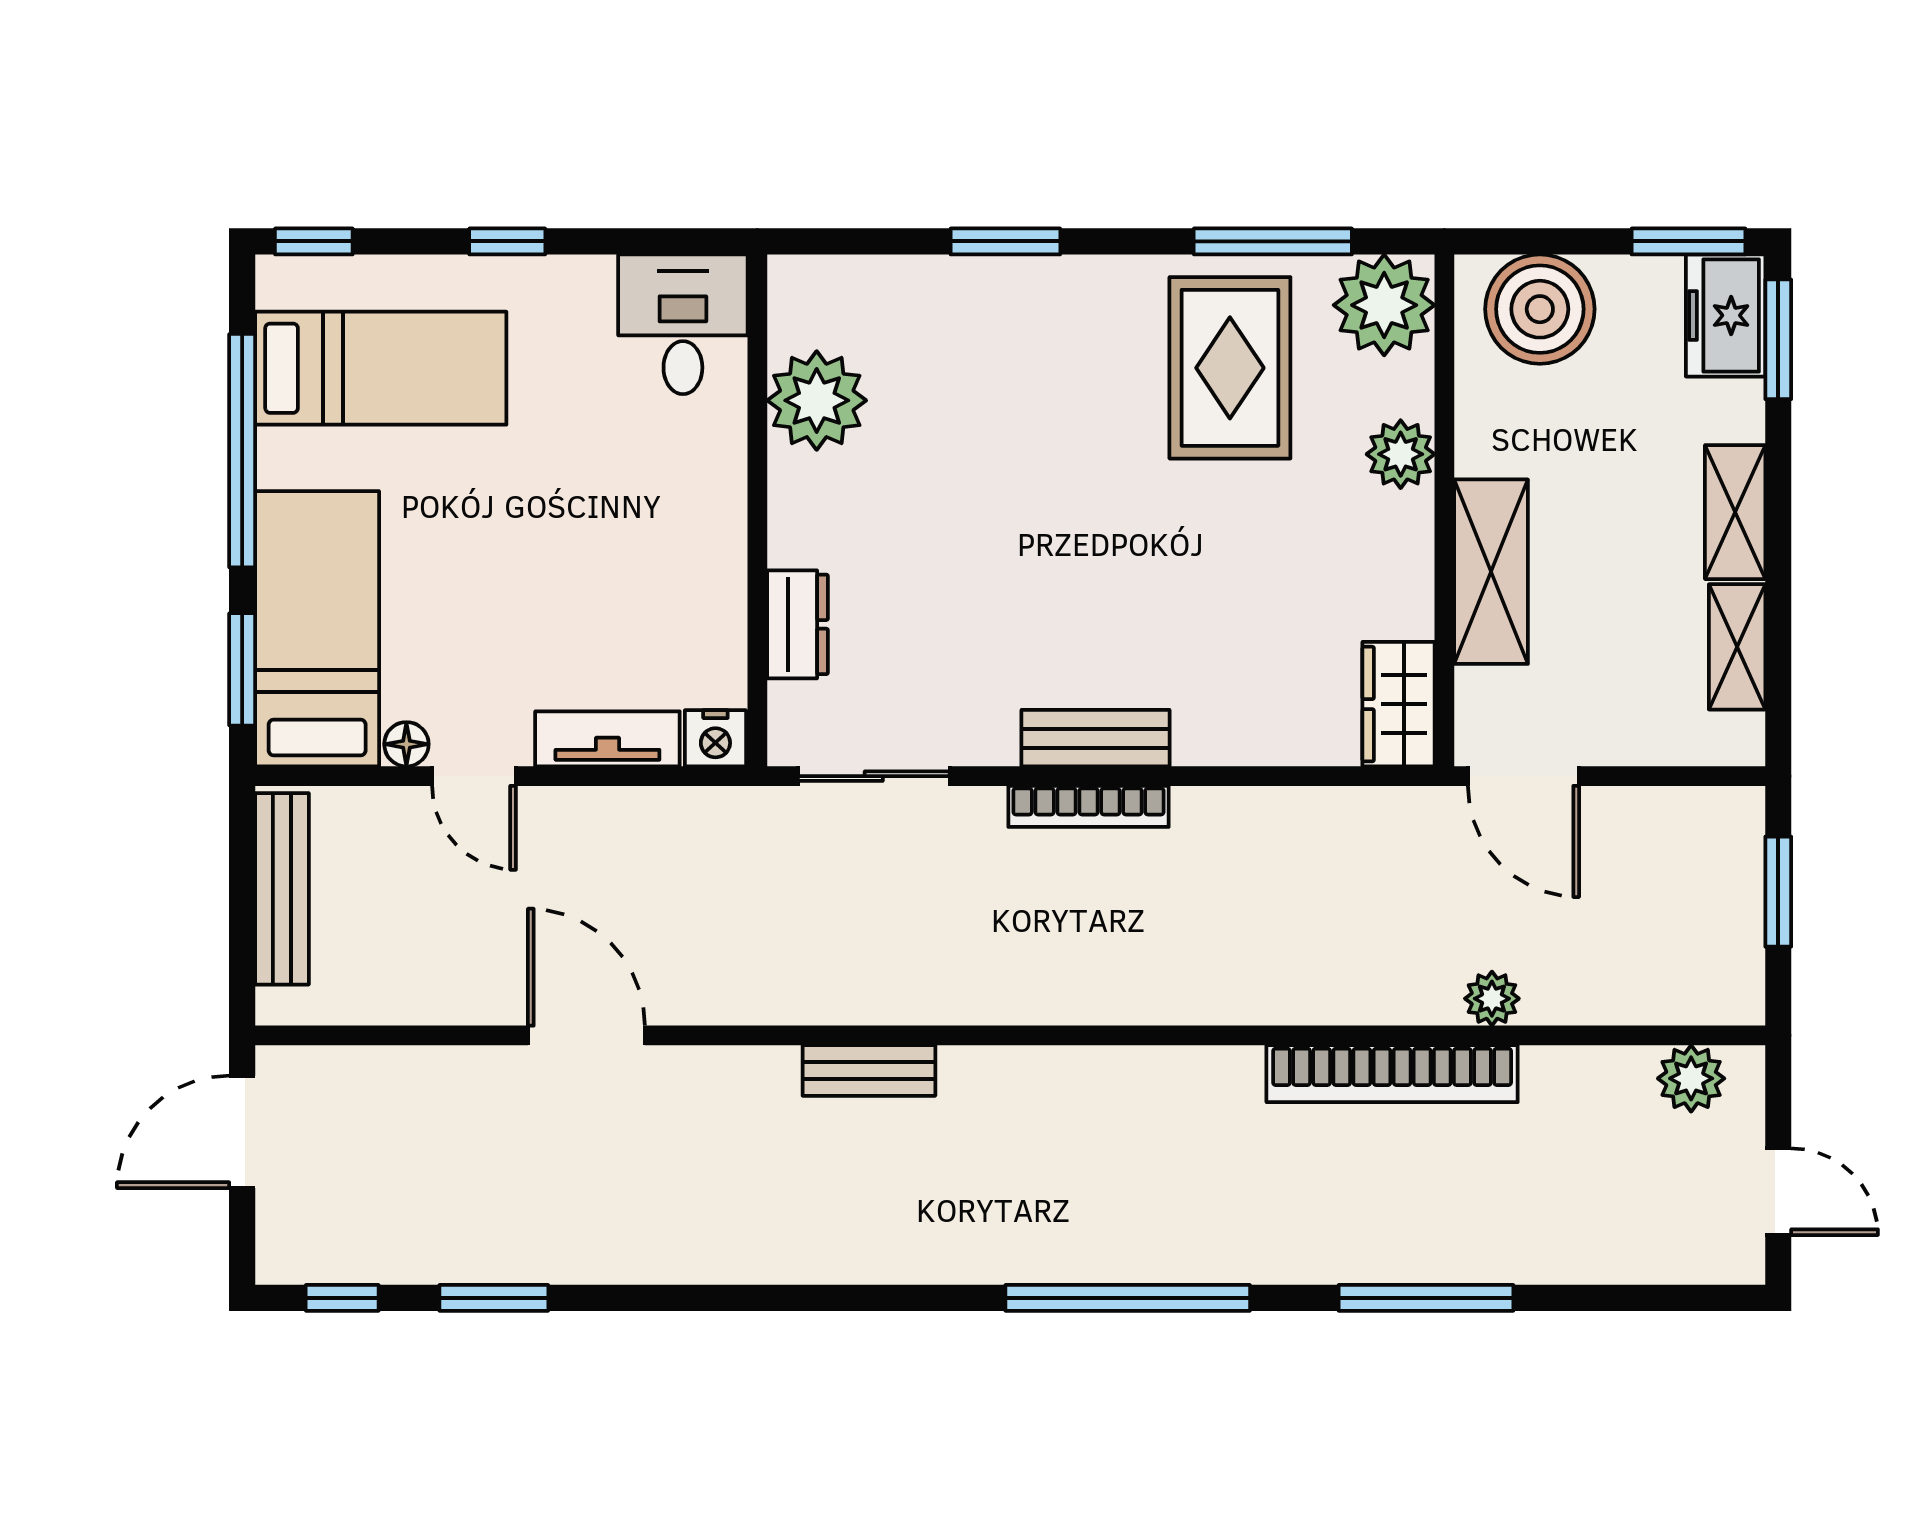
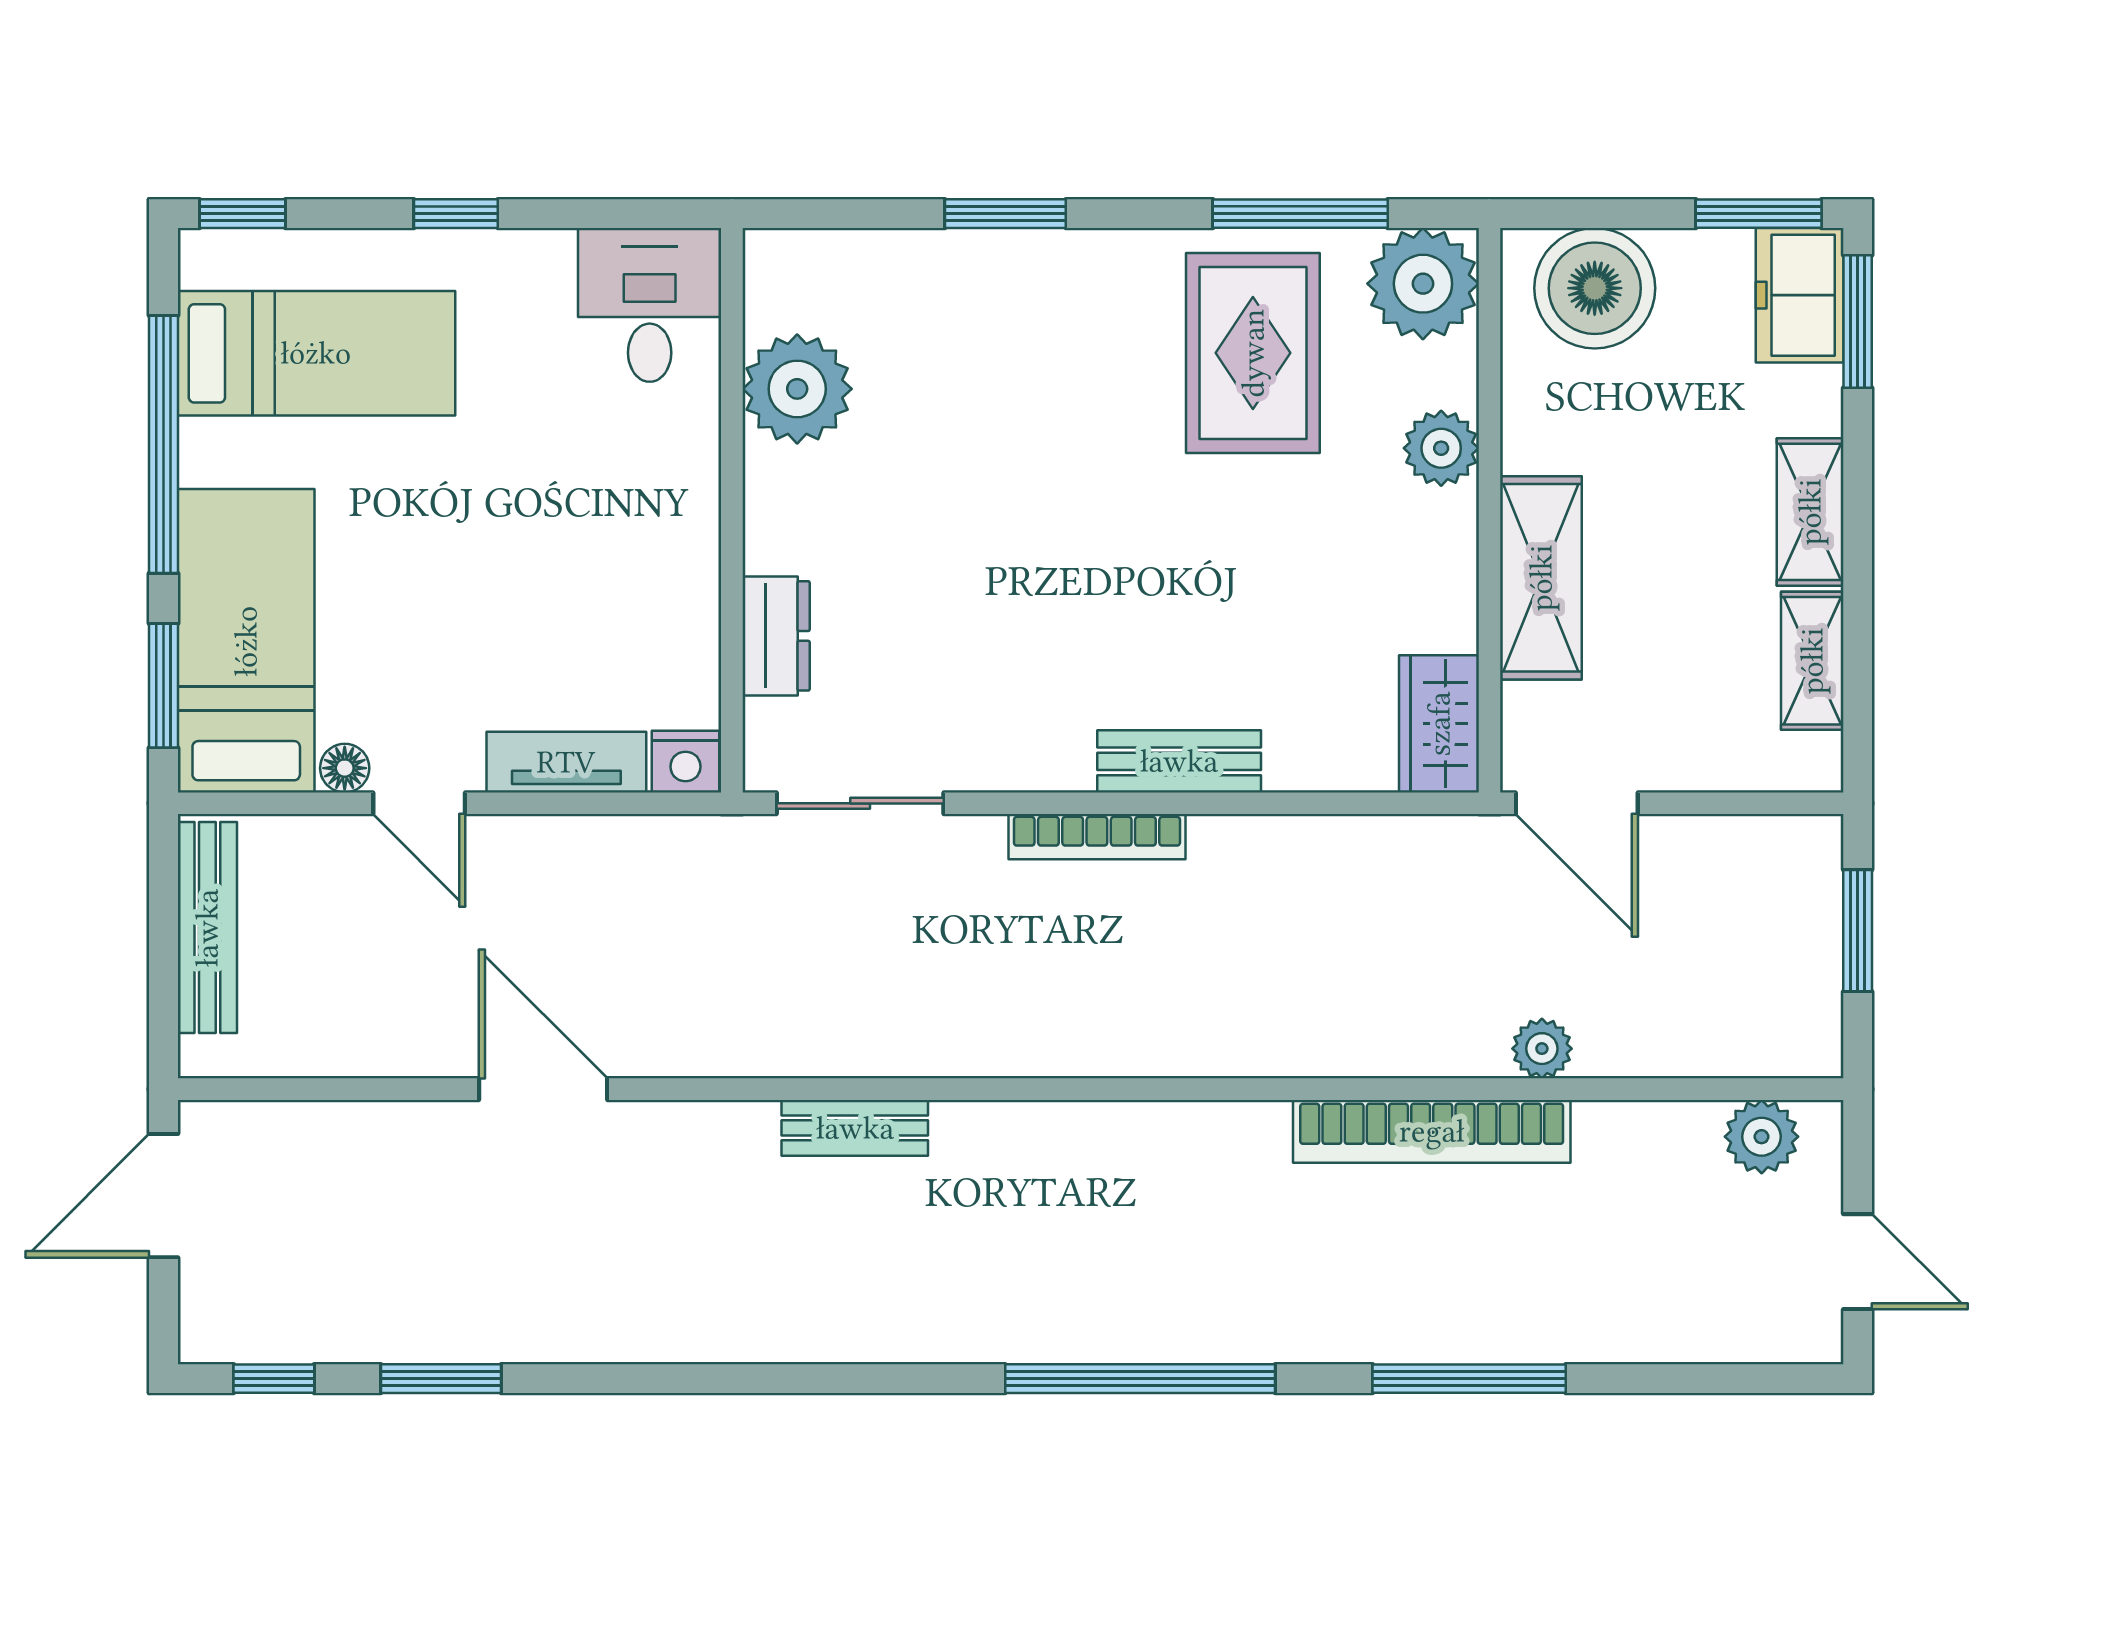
bench: (1095, 738) -> (1179, 761), moved

